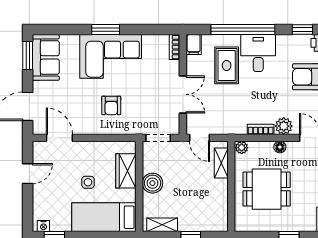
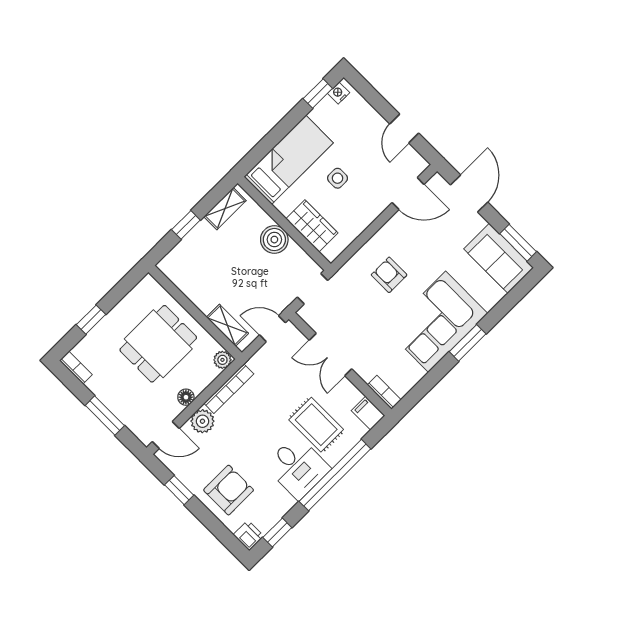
bookcase: (261, 129) -> (229, 389), width x1.56

